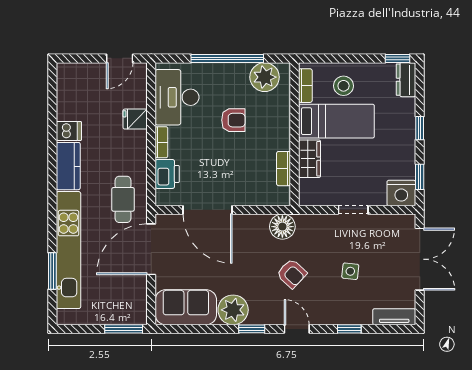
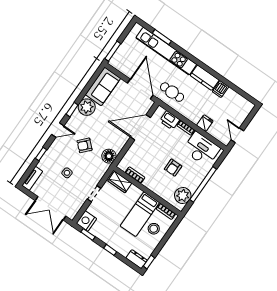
wardrobe: (310, 159) -> (120, 182), moved

